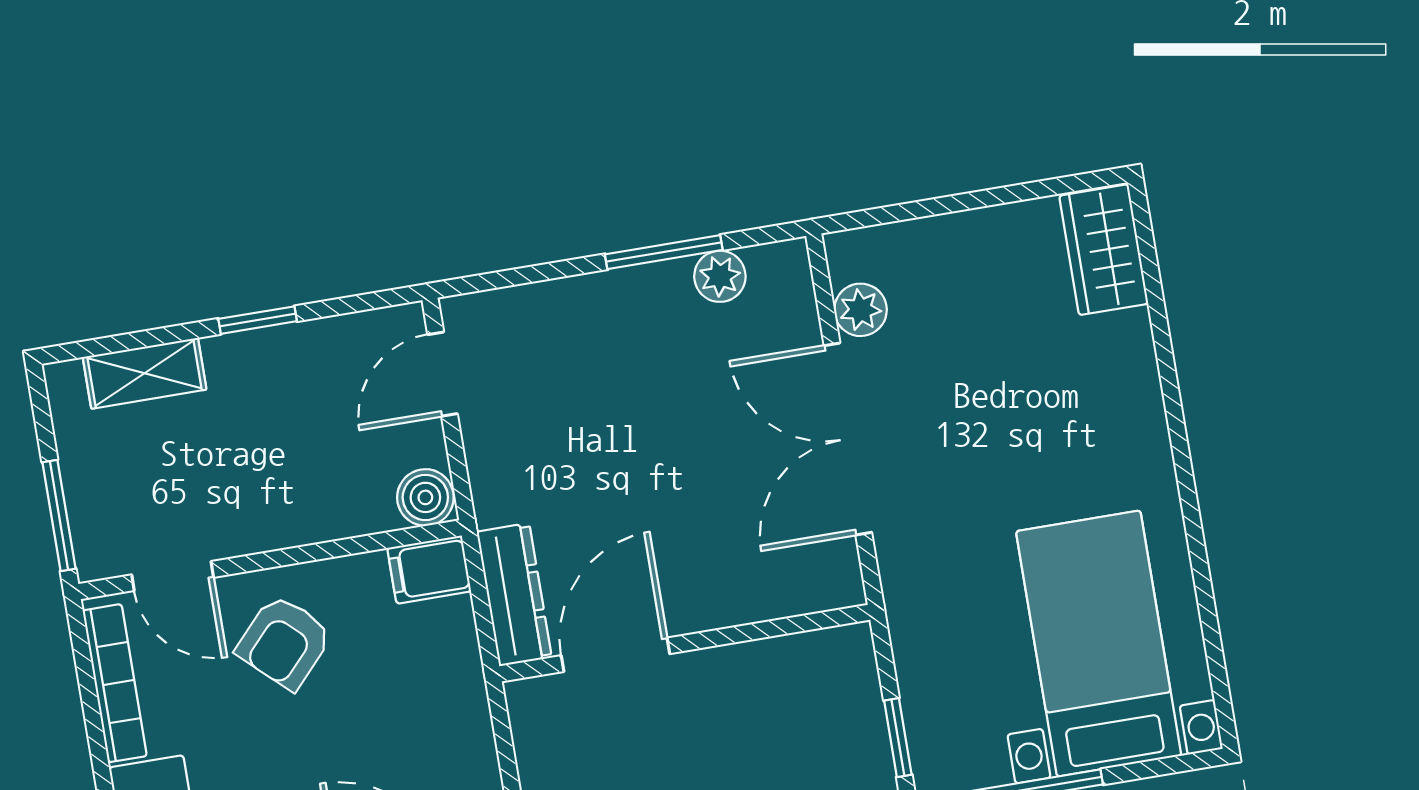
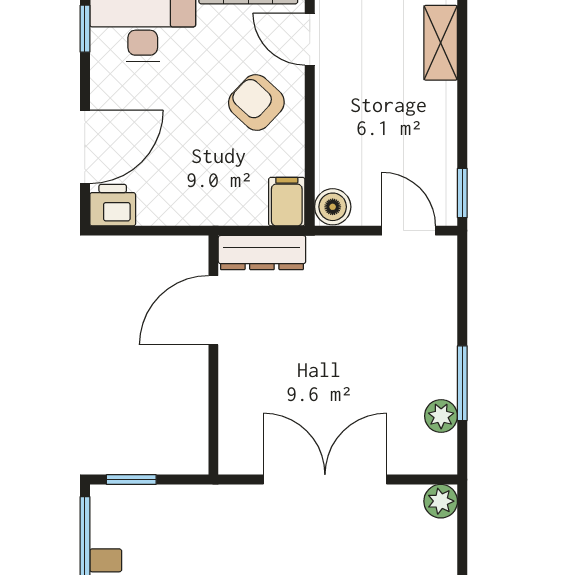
plant: (861, 310) -> (441, 501), moved
window: (258, 320) -> (462, 193), moved
door: (173, 576) -> (310, 39), hinge flipped
door: (615, 655) -> (213, 310), swing flipped

